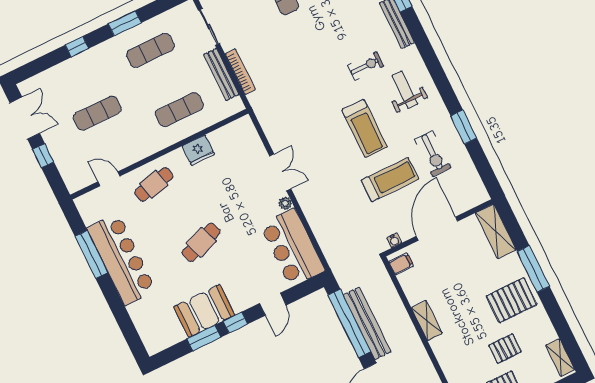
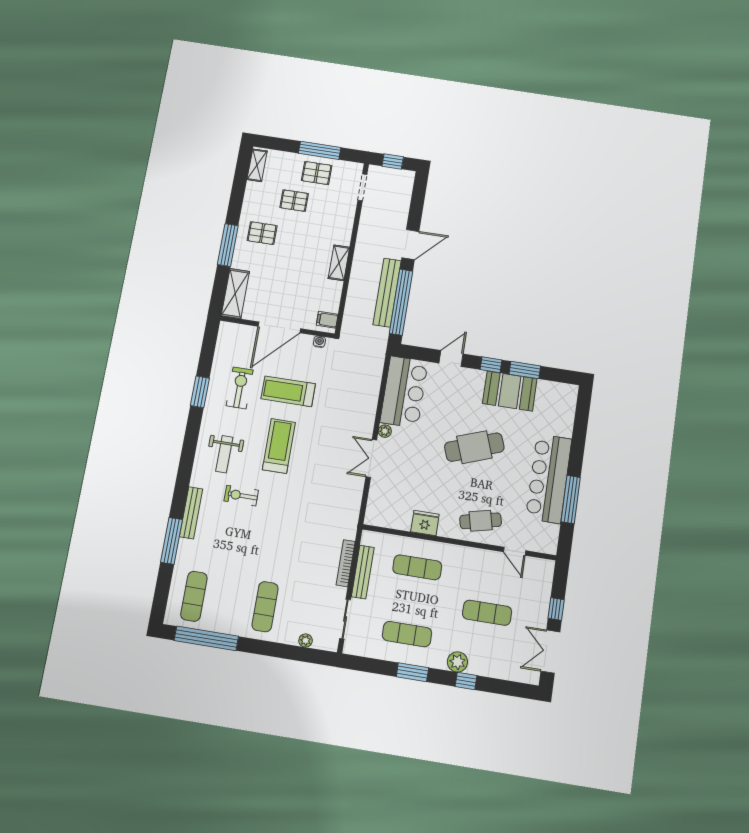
plant: (94, 57) -> (457, 662), added
cafe table: (201, 242) -> (474, 447), width x1.37, depth x1.35
pallet: (512, 300) -> (262, 233), width x0.67, depth x0.71

